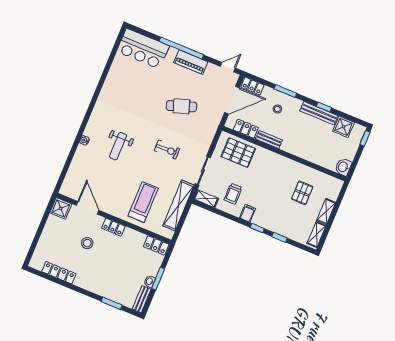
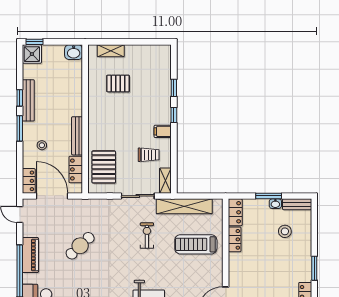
window: (285, 91) -> (20, 128), moved
cafe table: (181, 106) -> (80, 246), turned 66
shower: (343, 127) -> (32, 54), moved
bench: (269, 140) -> (77, 136), width x1.36
exercise bike: (167, 150) -> (147, 236), moved
shelving: (326, 211) -> (111, 51), moved
locker: (113, 227) -> (235, 239), moved
shelving: (317, 235) -> (155, 51), removed
stool: (87, 243) -> (285, 231), moved
window: (112, 303) -> (314, 268), moved

